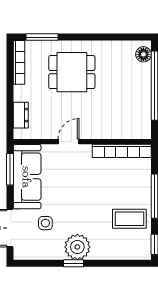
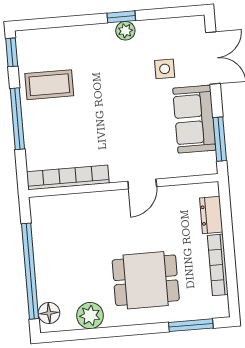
plant: (114, 50) -> (90, 316), added
bookcase: (19, 62) -> (218, 265), moved
sofa: (27, 177) -> (194, 119), width x0.73
plant: (77, 247) -> (125, 31), width x0.53, depth x0.53

